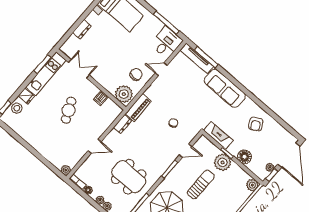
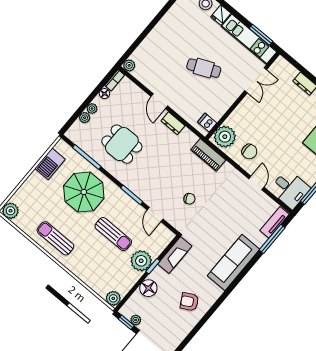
tv unit: (197, 58) -> (275, 222), width x0.71
dishwasher: (101, 98) -> (207, 122), moved
dresser: (122, 124) -> (173, 123), moved
dining table: (129, 177) -> (122, 144), width x0.73

